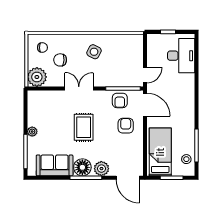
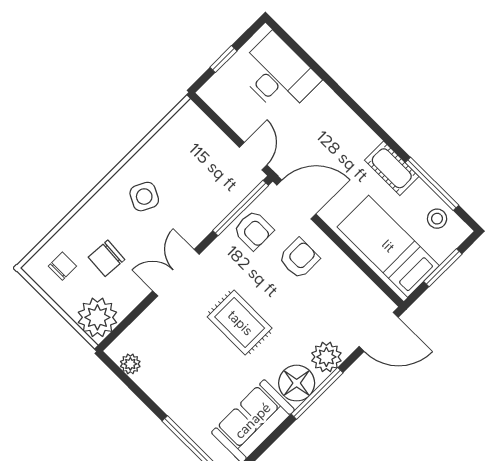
armchair: (126, 126) -> (299, 258), turned 90
cot: (188, 127) -> (392, 168), added
plant: (32, 132) -> (130, 364), moved

